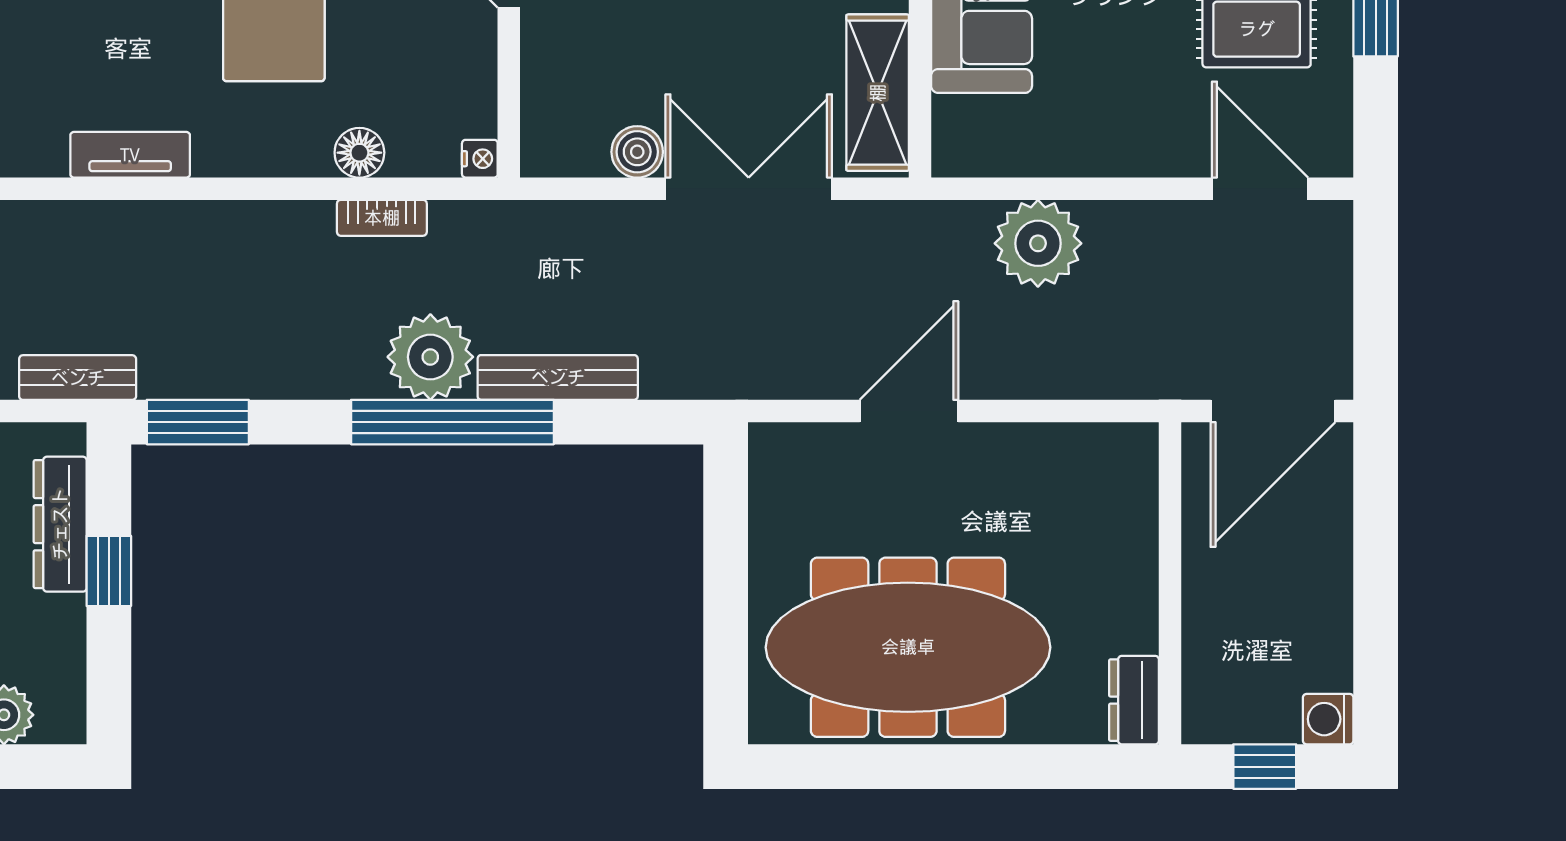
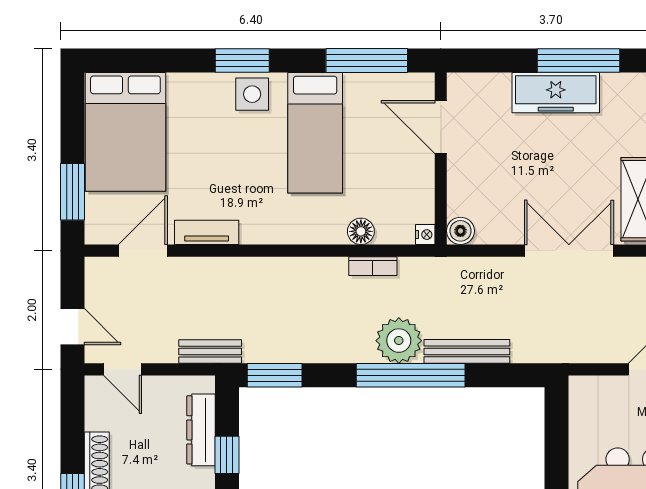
boiler: (637, 152) -> (460, 231), moved
tv unit: (130, 155) -> (207, 232), moved

